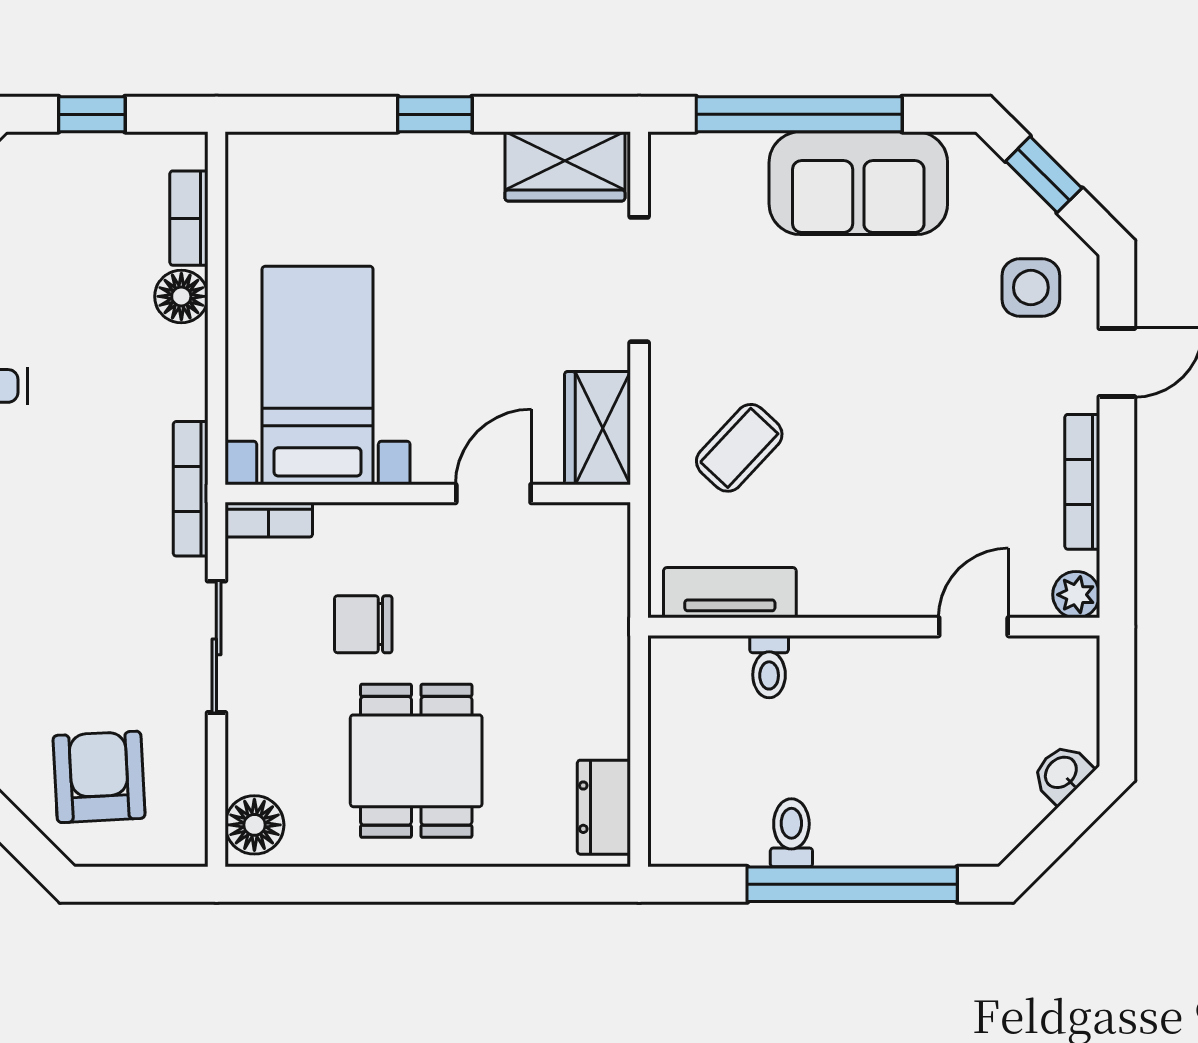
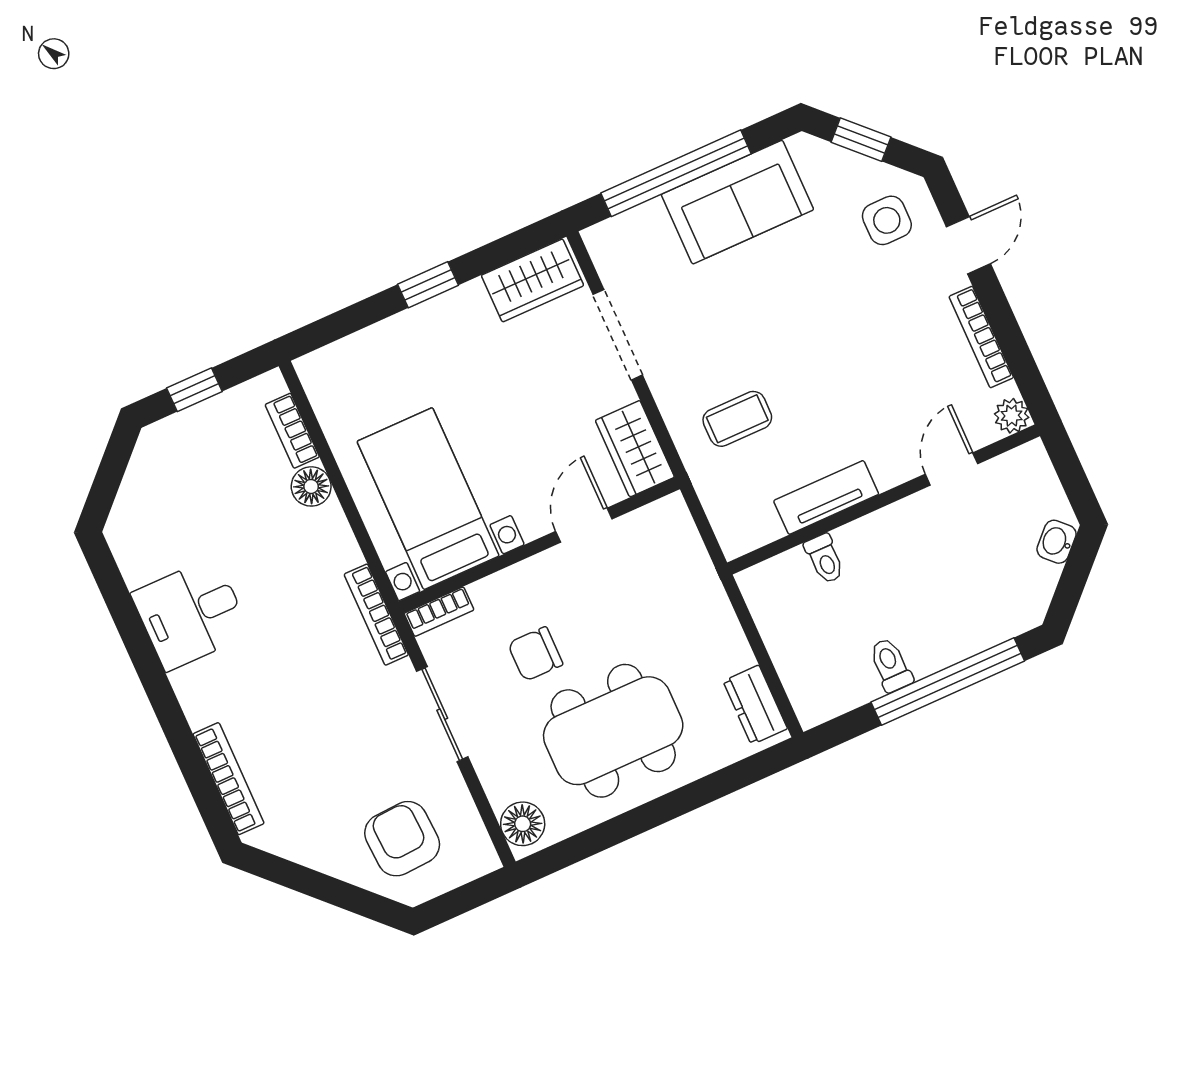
coffee table: (739, 448) -> (737, 419), turned 47
tv unit: (730, 593) -> (826, 497), moved
dining table: (416, 761) -> (613, 731), width x1.38

